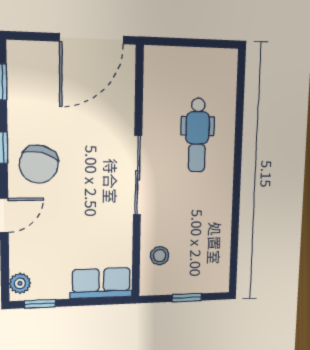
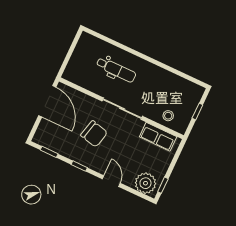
chair: (39, 164) -> (94, 134), moved
plant: (20, 283) -> (145, 183), width x1.88, depth x1.88
row of seats: (101, 283) -> (158, 137), moved, turned -90

